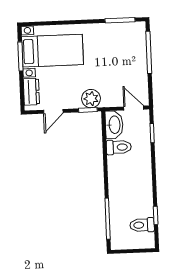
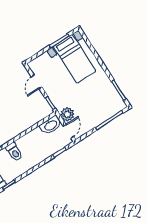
dresser: (31, 92) -> (41, 61), removed
plant: (91, 99) -> (67, 114), moved
door: (53, 111) -> (37, 82), hinge flipped
toilet: (119, 147) -> (14, 152), moved

